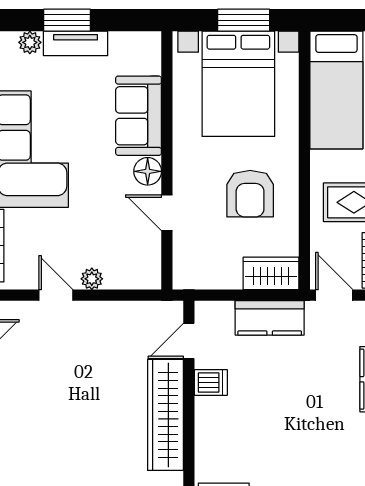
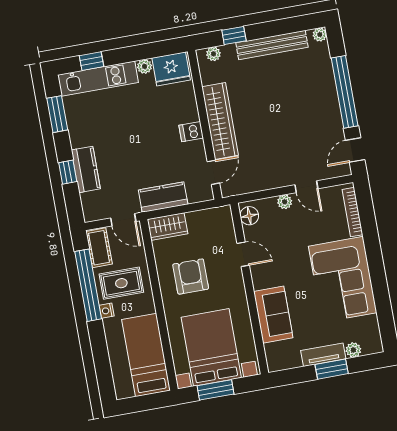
floor lamp: (148, 171) -> (249, 216), moved
dishwasher: (211, 383) -> (191, 132), moved

